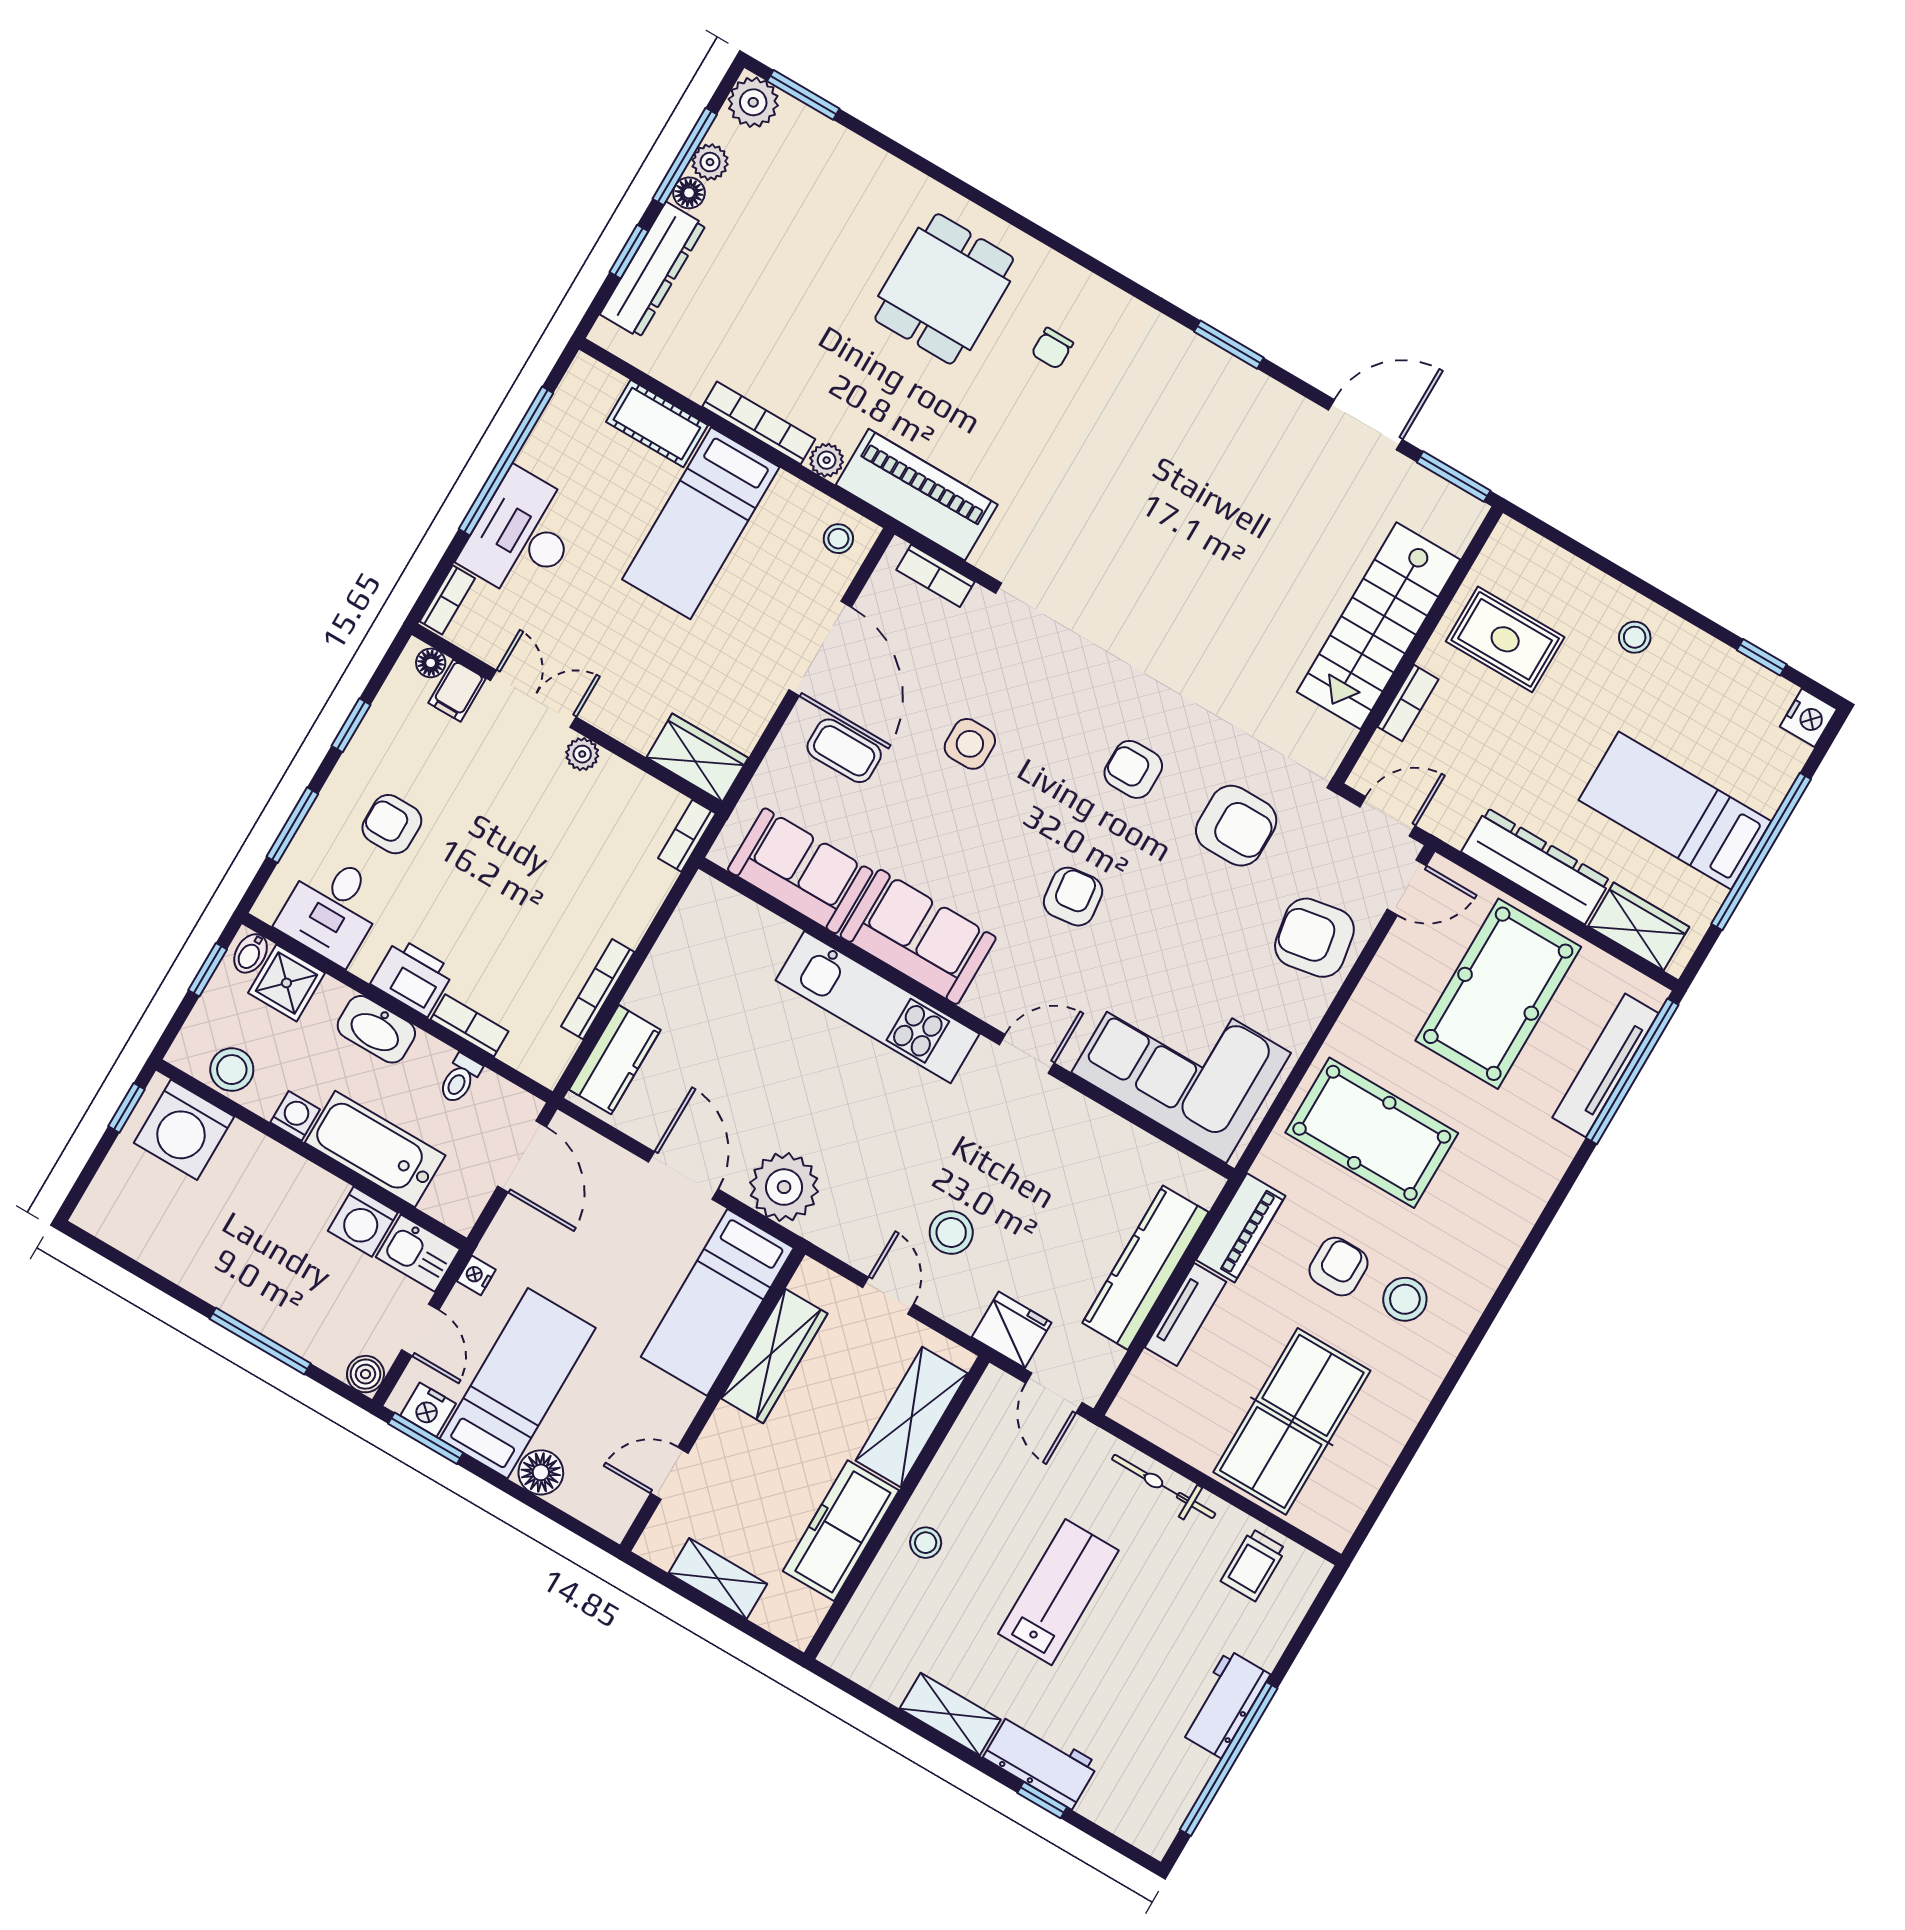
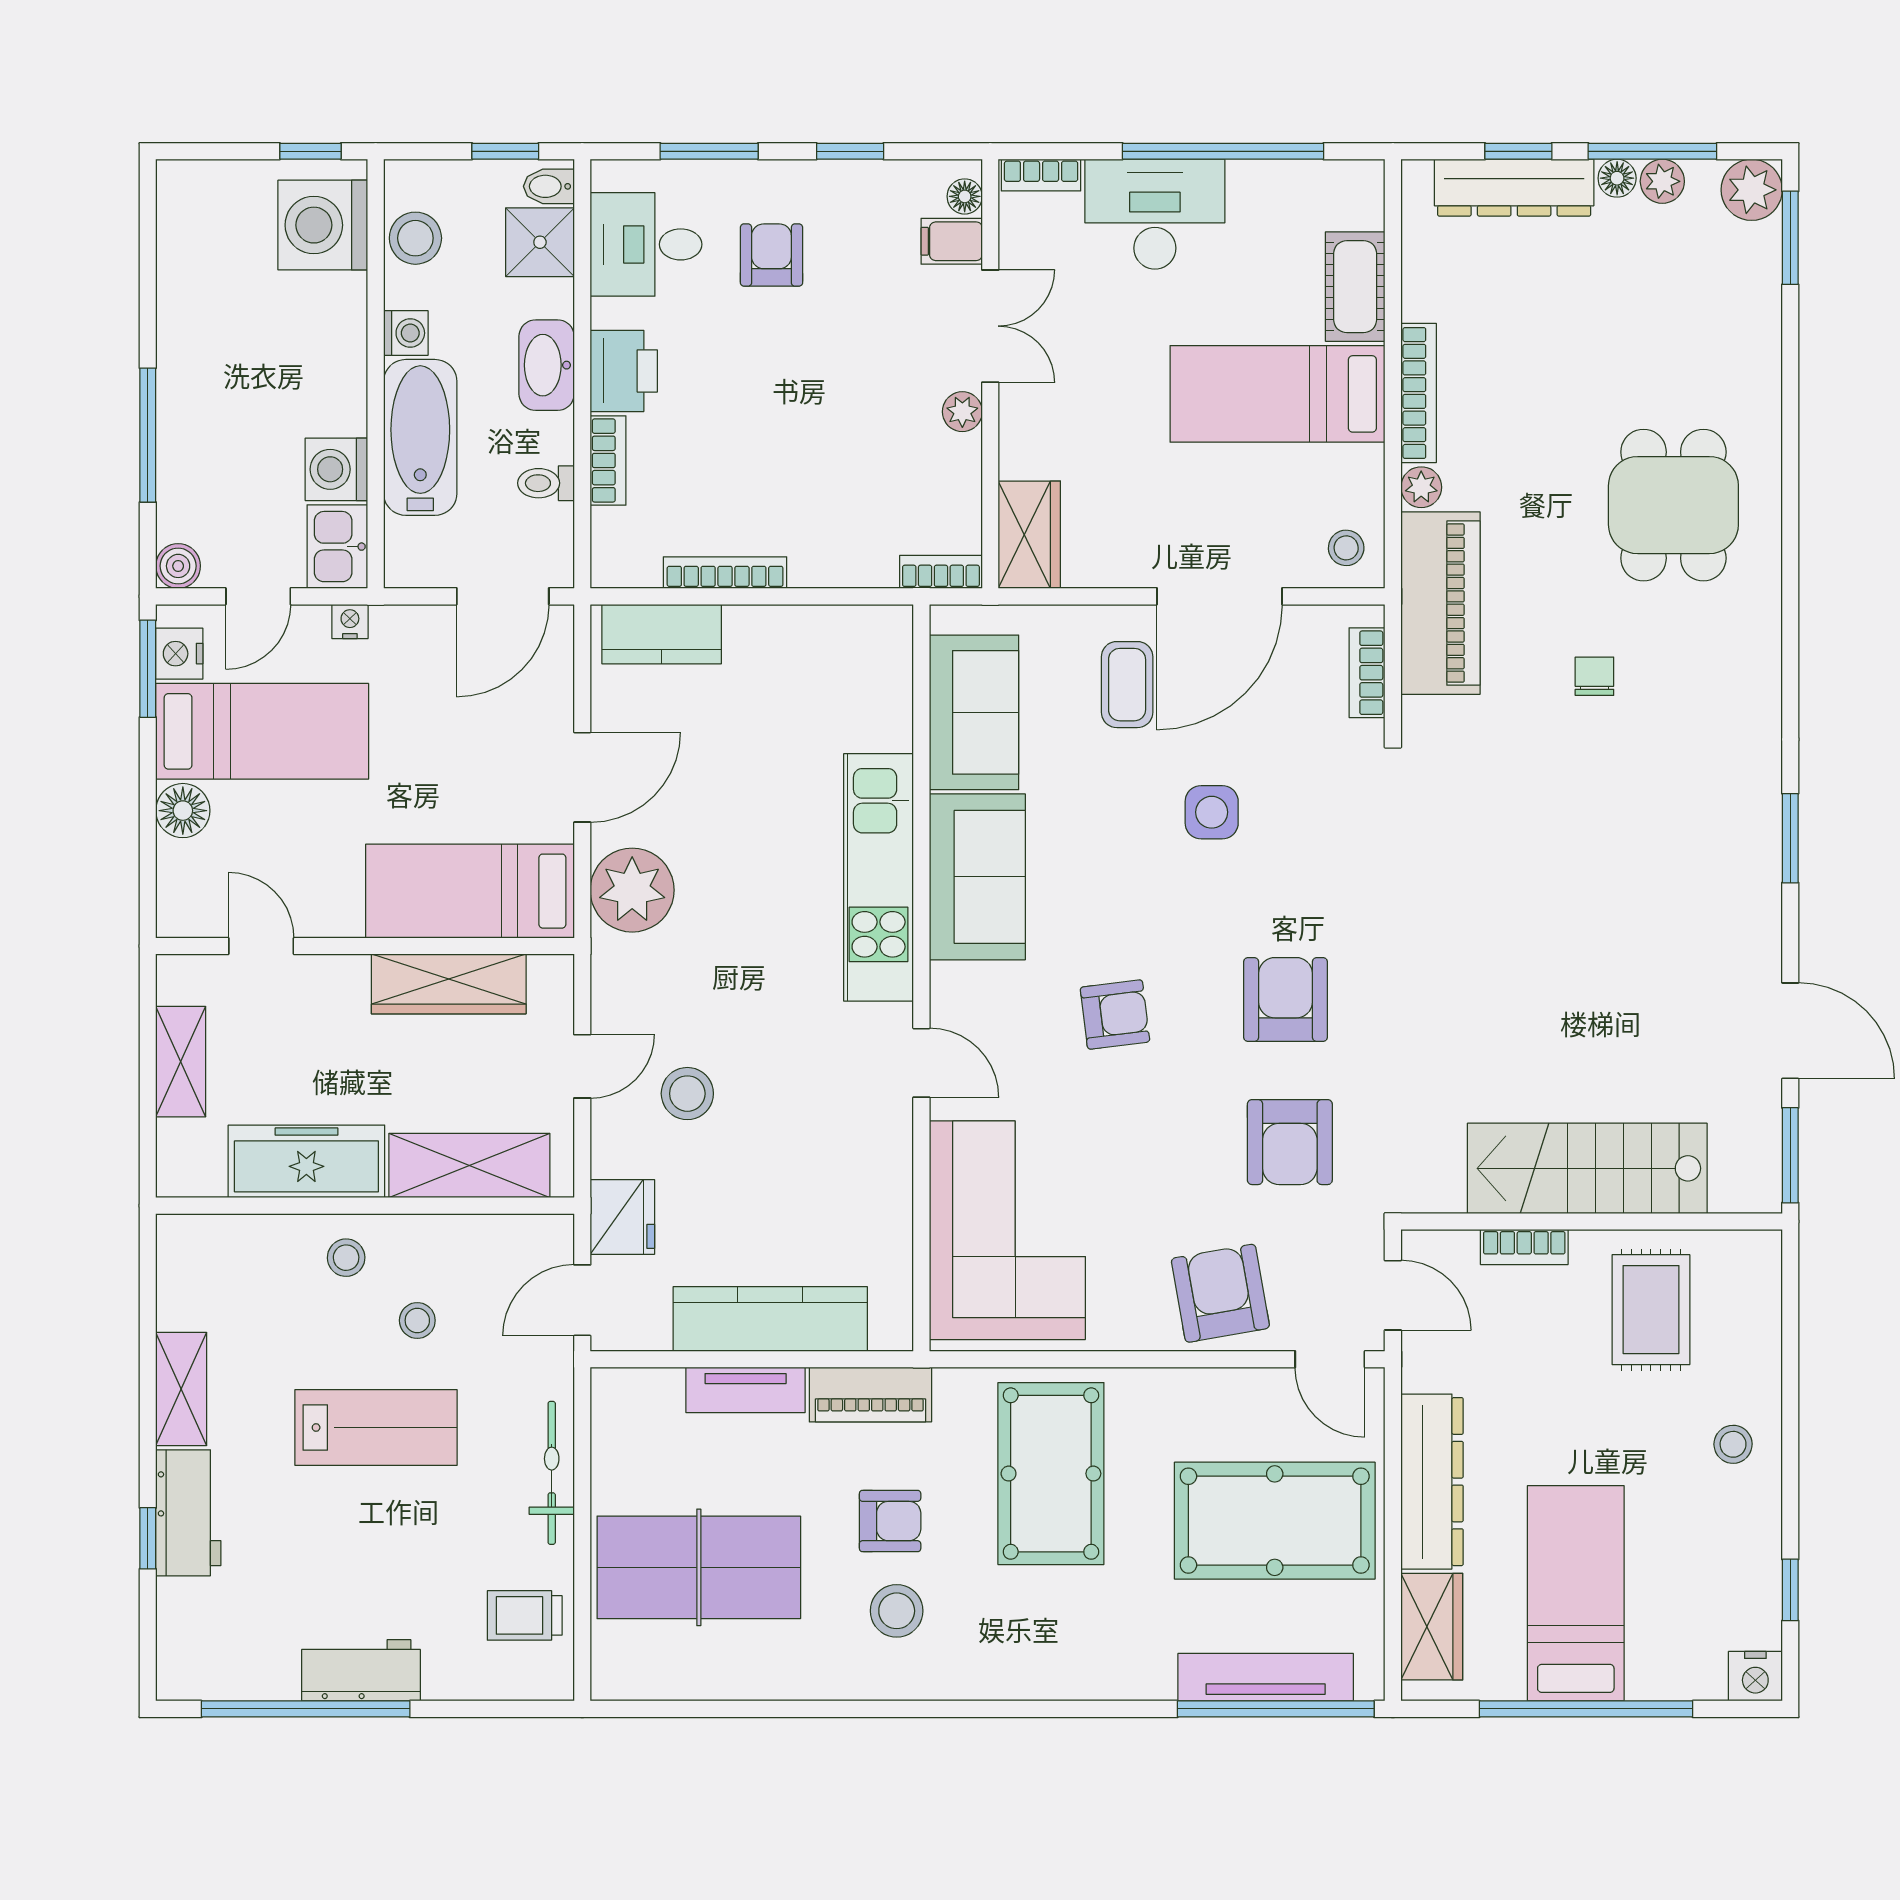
dining table: (944, 289) -> (1673, 505), turned 90
chair: (1052, 348) -> (1594, 676), moved, turned 90
armchair: (1133, 769) -> (1286, 999), width x1.38, depth x1.38
stool: (1000, 1518) -> (417, 1320), added

